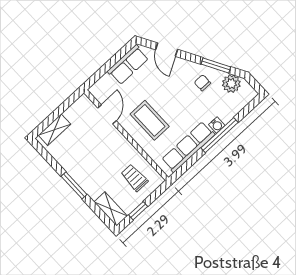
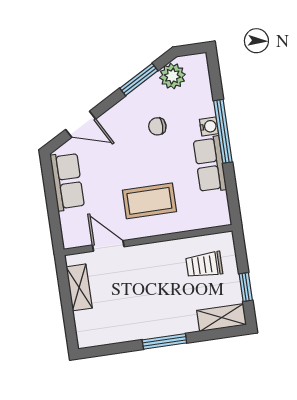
chair: (202, 83) -> (157, 126), moved
shelving: (54, 130) -> (79, 287), moved
row of seats: (188, 147) -> (210, 164), width x0.68

